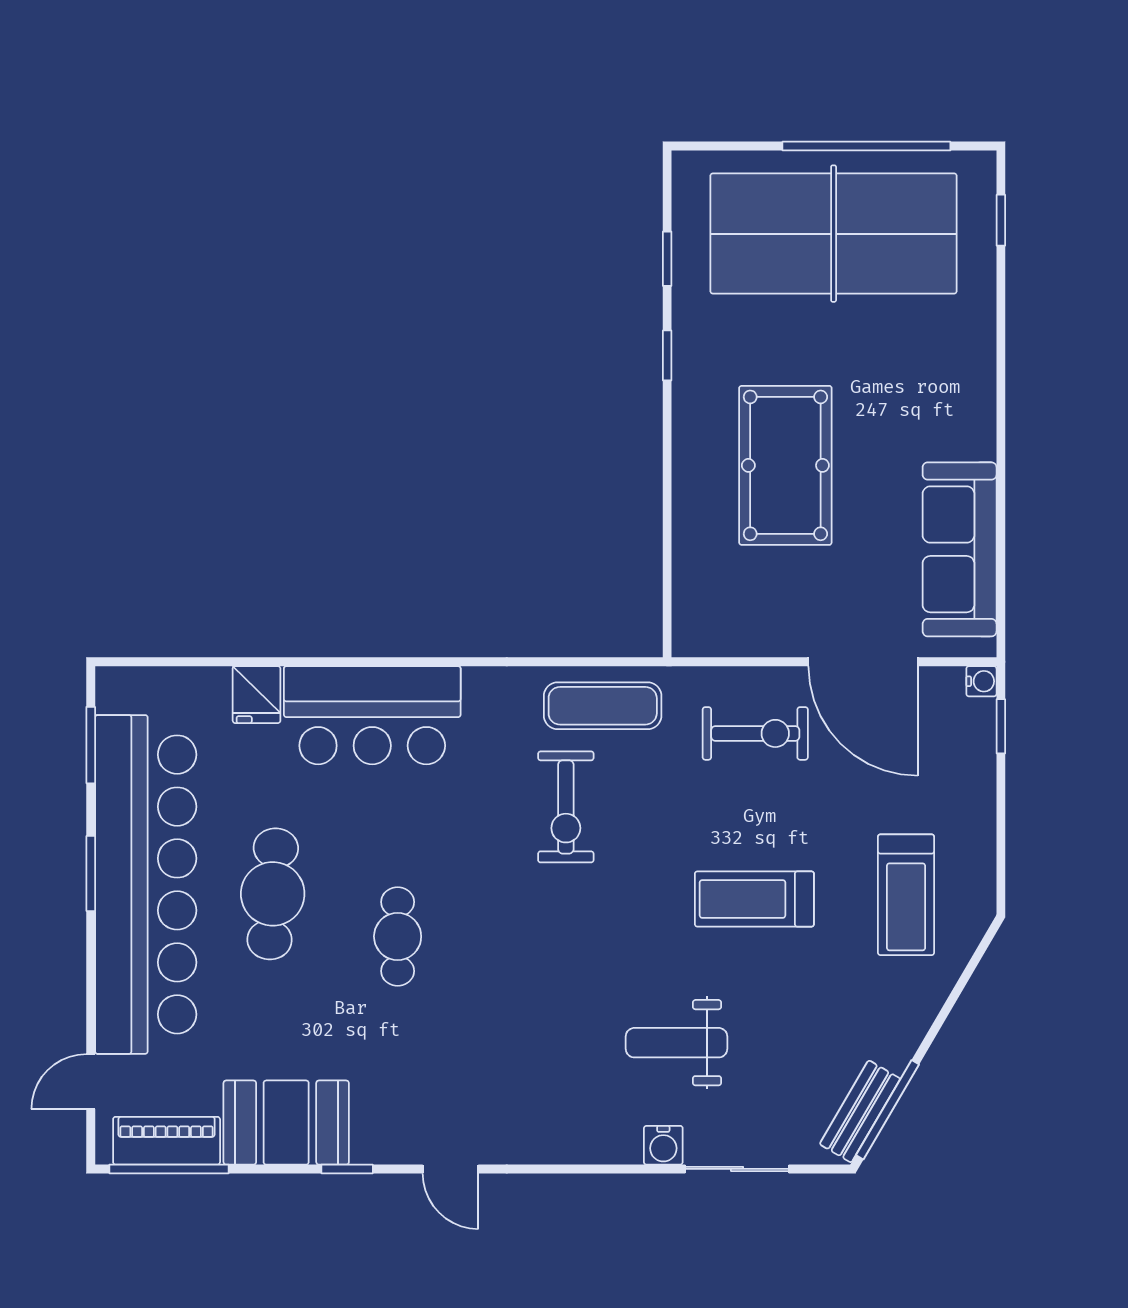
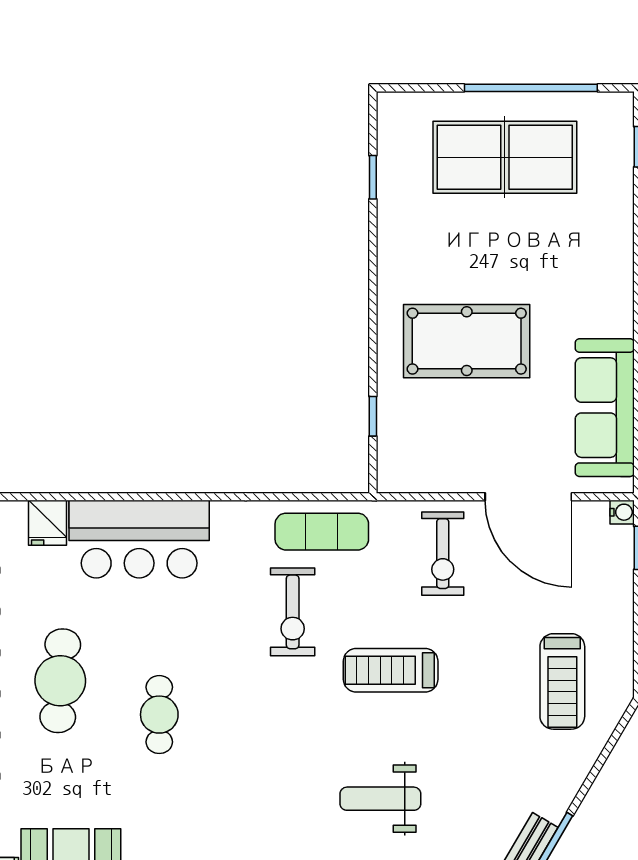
table tennis table: (834, 234) -> (505, 157), width x0.73, depth x0.76
window: (667, 355) -> (373, 416), moved
pool table: (785, 465) -> (467, 341), turned 90
exercise bike: (755, 733) -> (443, 554), turned 90
treadmill: (754, 899) -> (391, 670), moved

